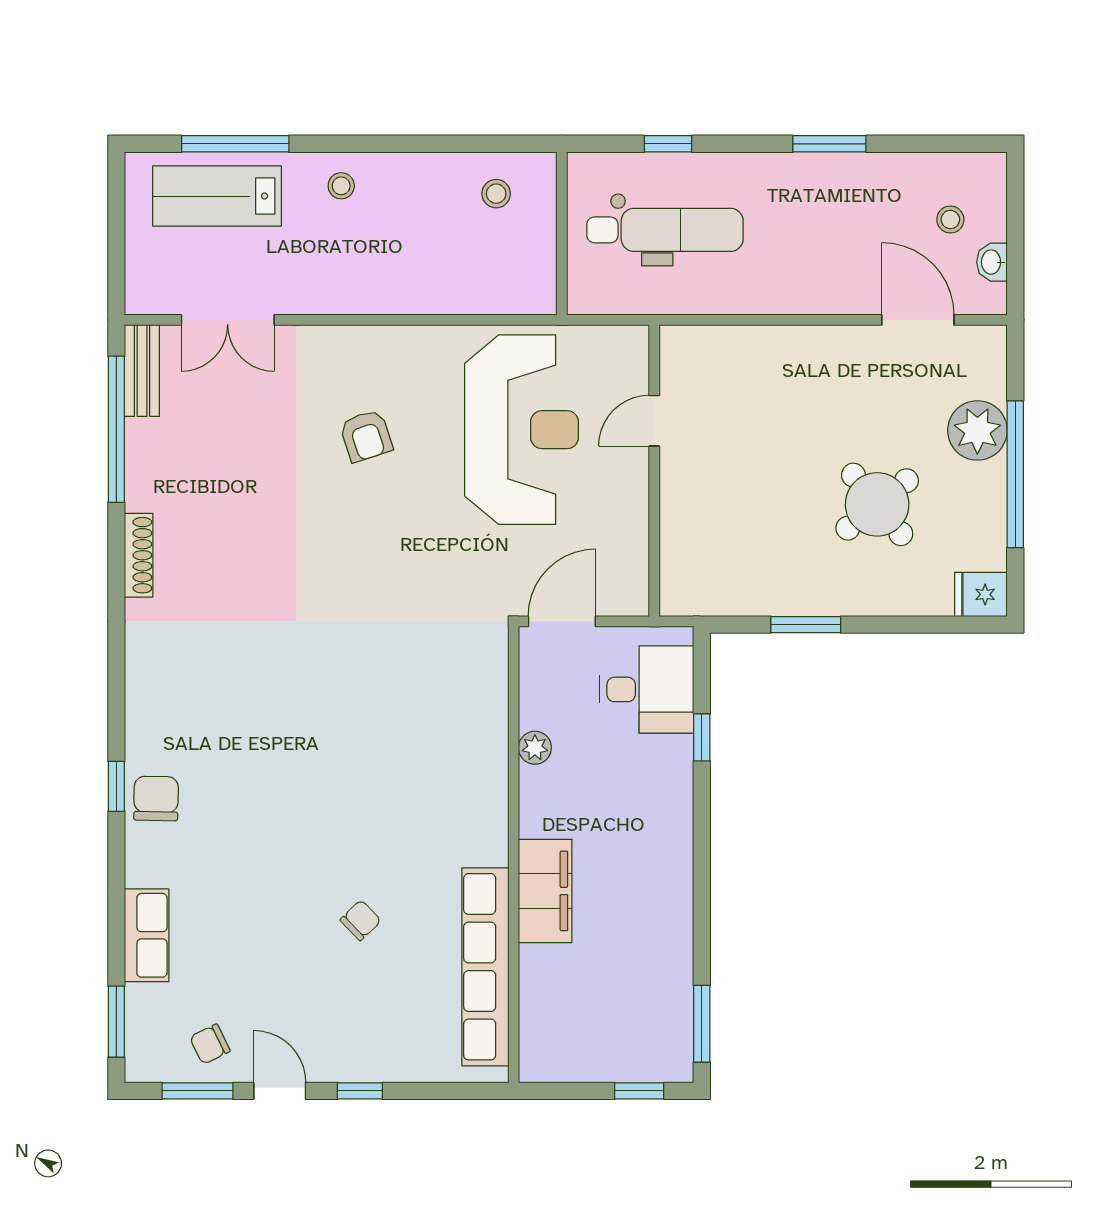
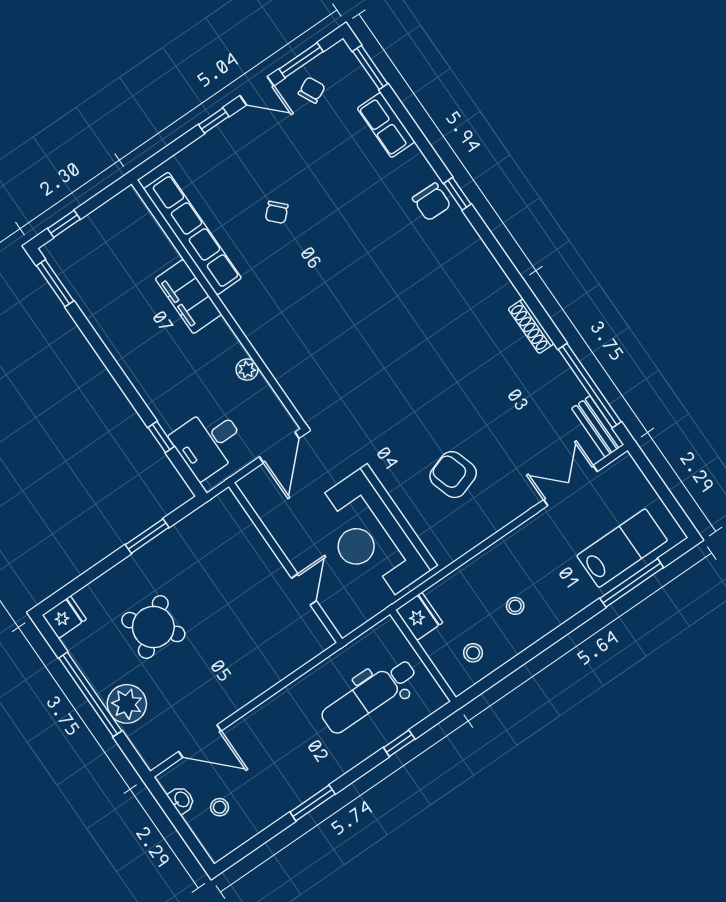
stool: (341, 186) -> (515, 606), moved
fridge: (532, 286) -> (419, 616), added
armchair: (366, 436) -> (453, 475), width x1.38, depth x1.38

